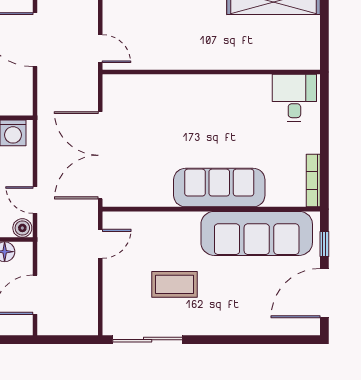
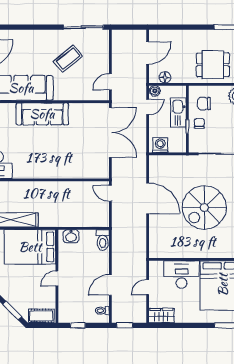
door: (35, 200) -> (148, 107), hinge flipped
coffee table: (175, 284) -> (68, 59), turned -39

